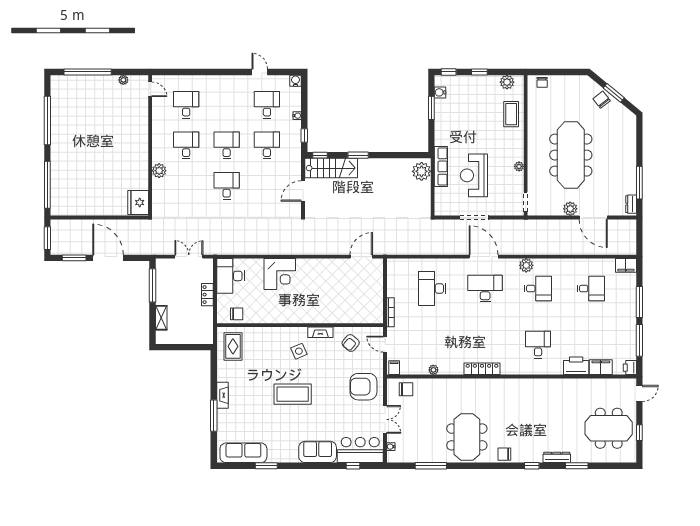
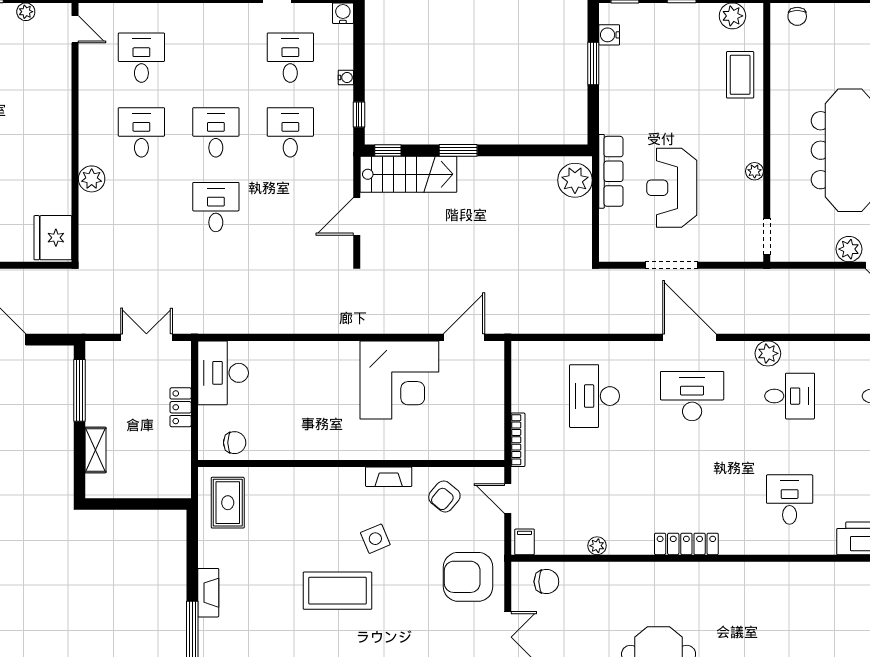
corner desk: (280, 274) -> (399, 380), moved, width x1.36, depth x1.36
side table: (299, 351) -> (375, 539), moved

